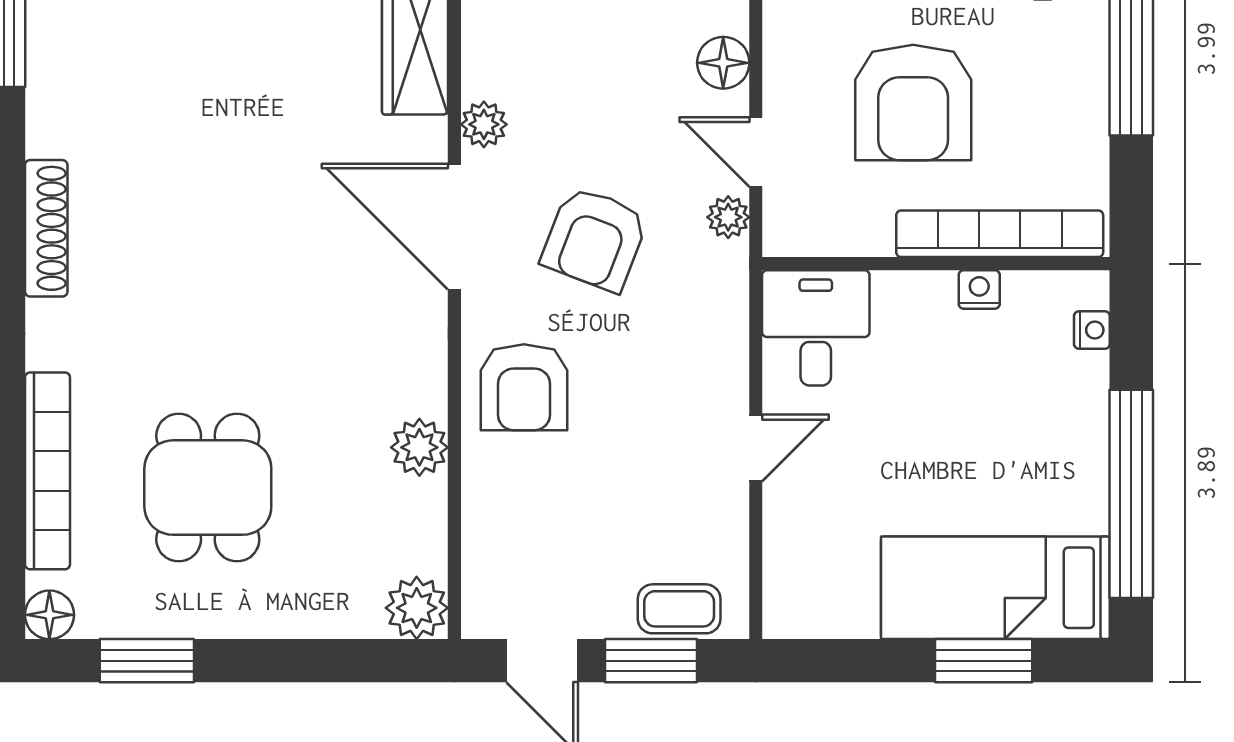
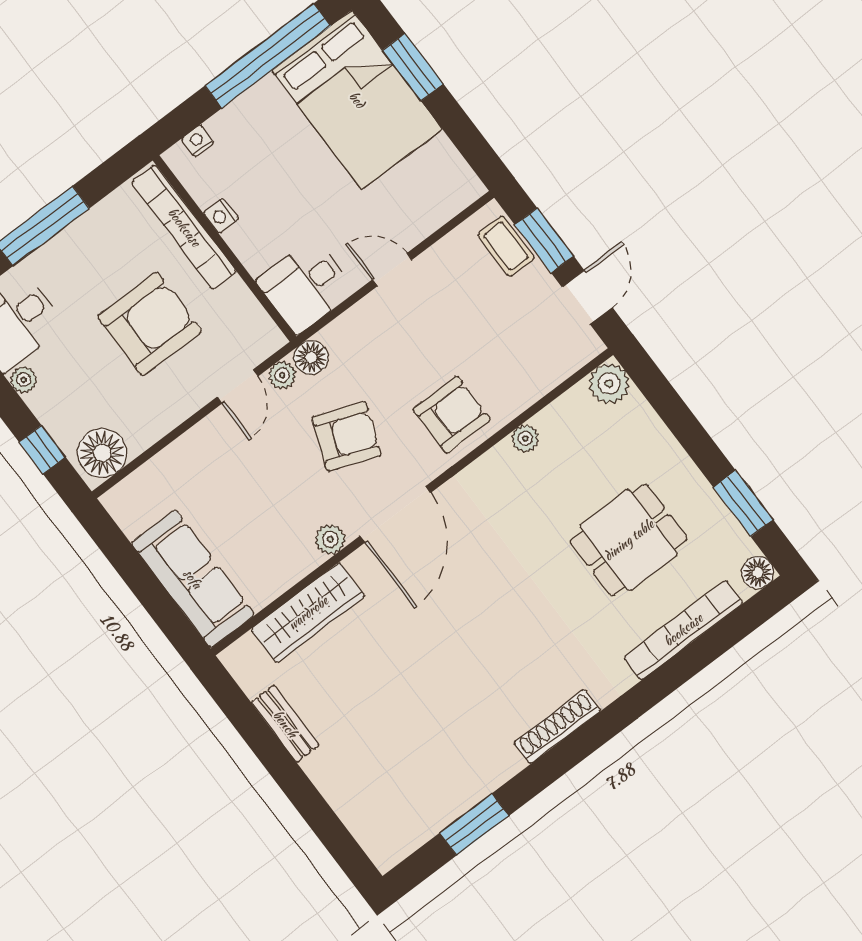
floor lamp: (723, 63) -> (311, 358), moved
plant: (419, 447) -> (525, 438), width x0.73, depth x0.73
bed: (995, 588) -> (357, 100), width x1.50

